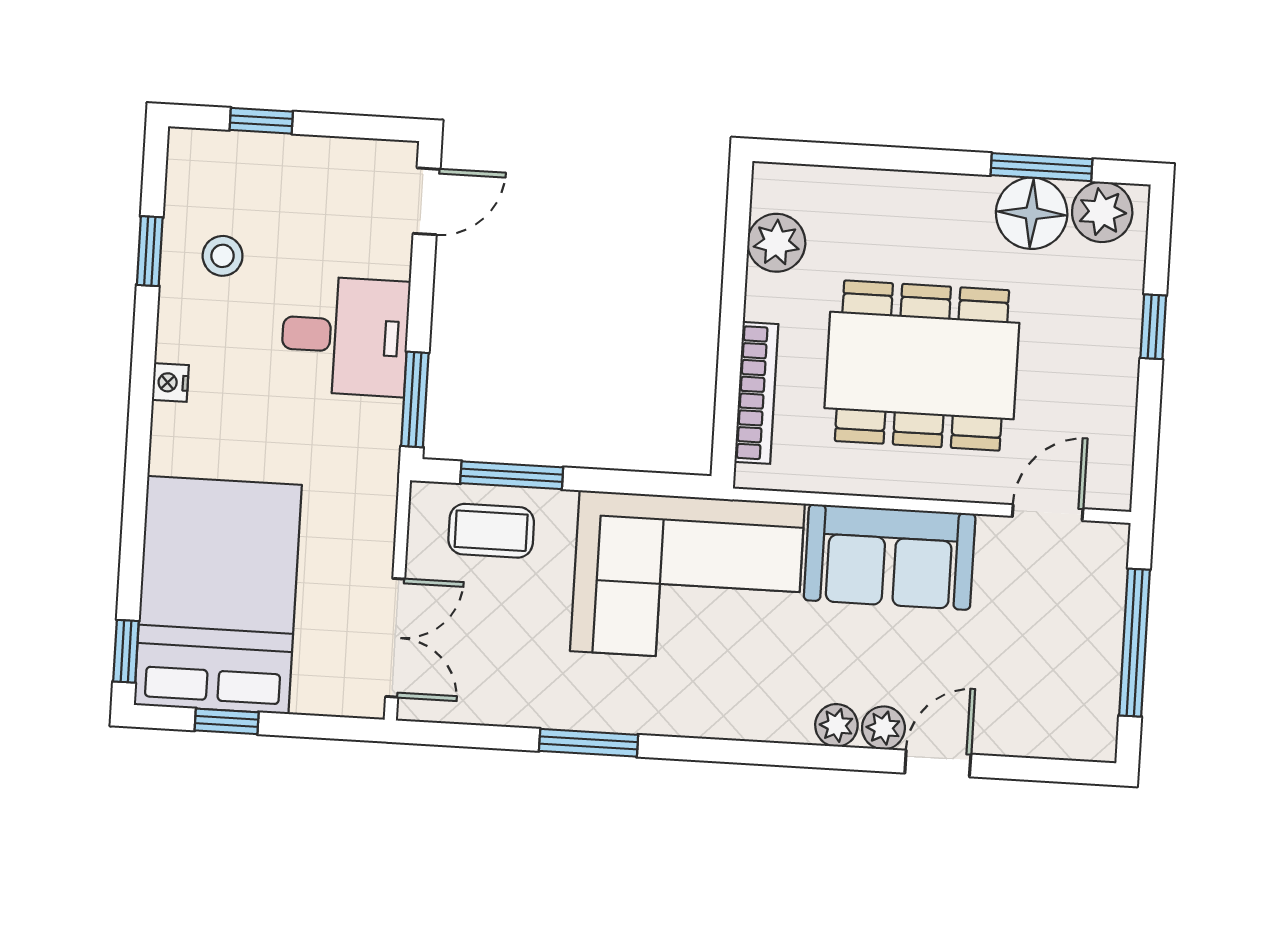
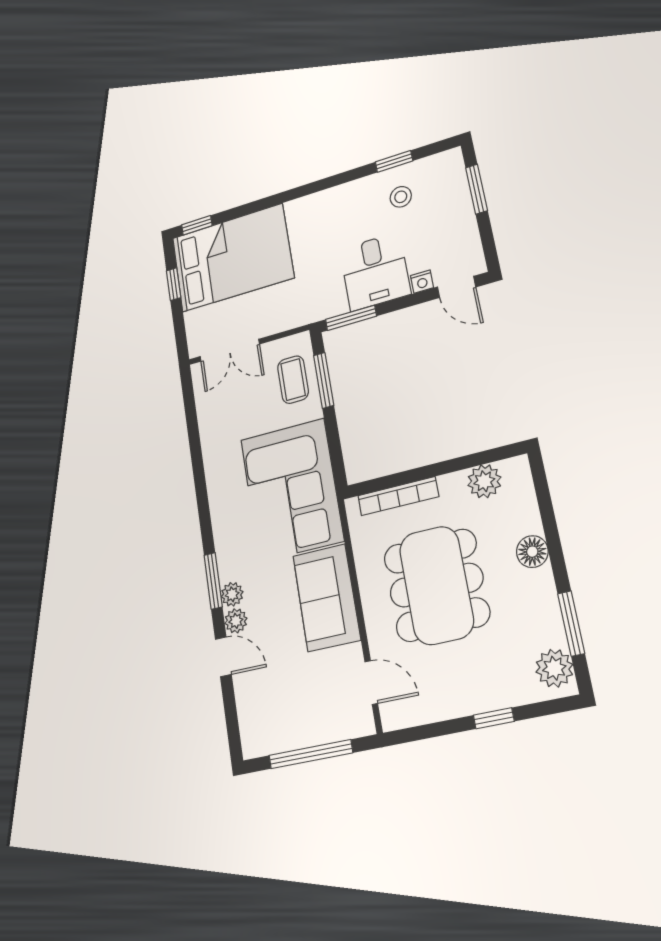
window: (261, 121) -> (477, 189), width x1.50
floor lamp: (1032, 213) -> (532, 552), moved, width x0.73, depth x0.73
nightstand: (170, 382) -> (422, 282), moved, turned 180
window: (589, 743) -> (213, 581), moved

